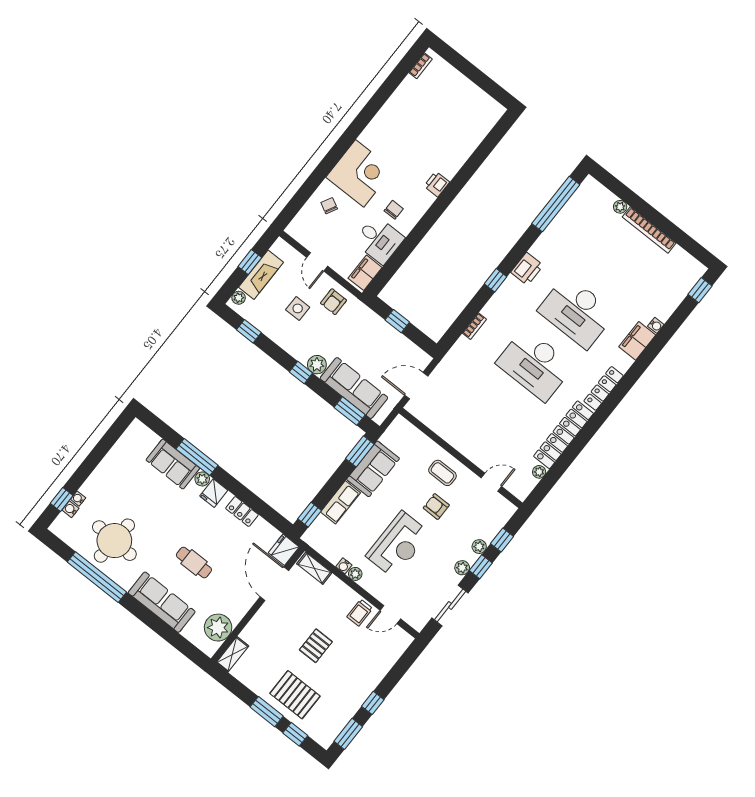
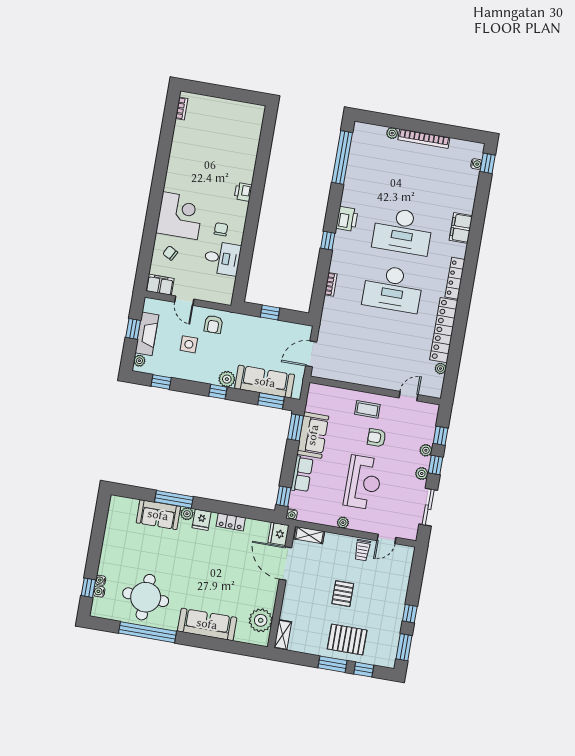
filing cabinet: (365, 273) -> (160, 285), moved, turned 90
water cooler: (656, 325) -> (476, 164), moved
cafe table: (194, 563) -> (215, 581), removed
water cooler: (344, 566) -> (292, 514), moved

